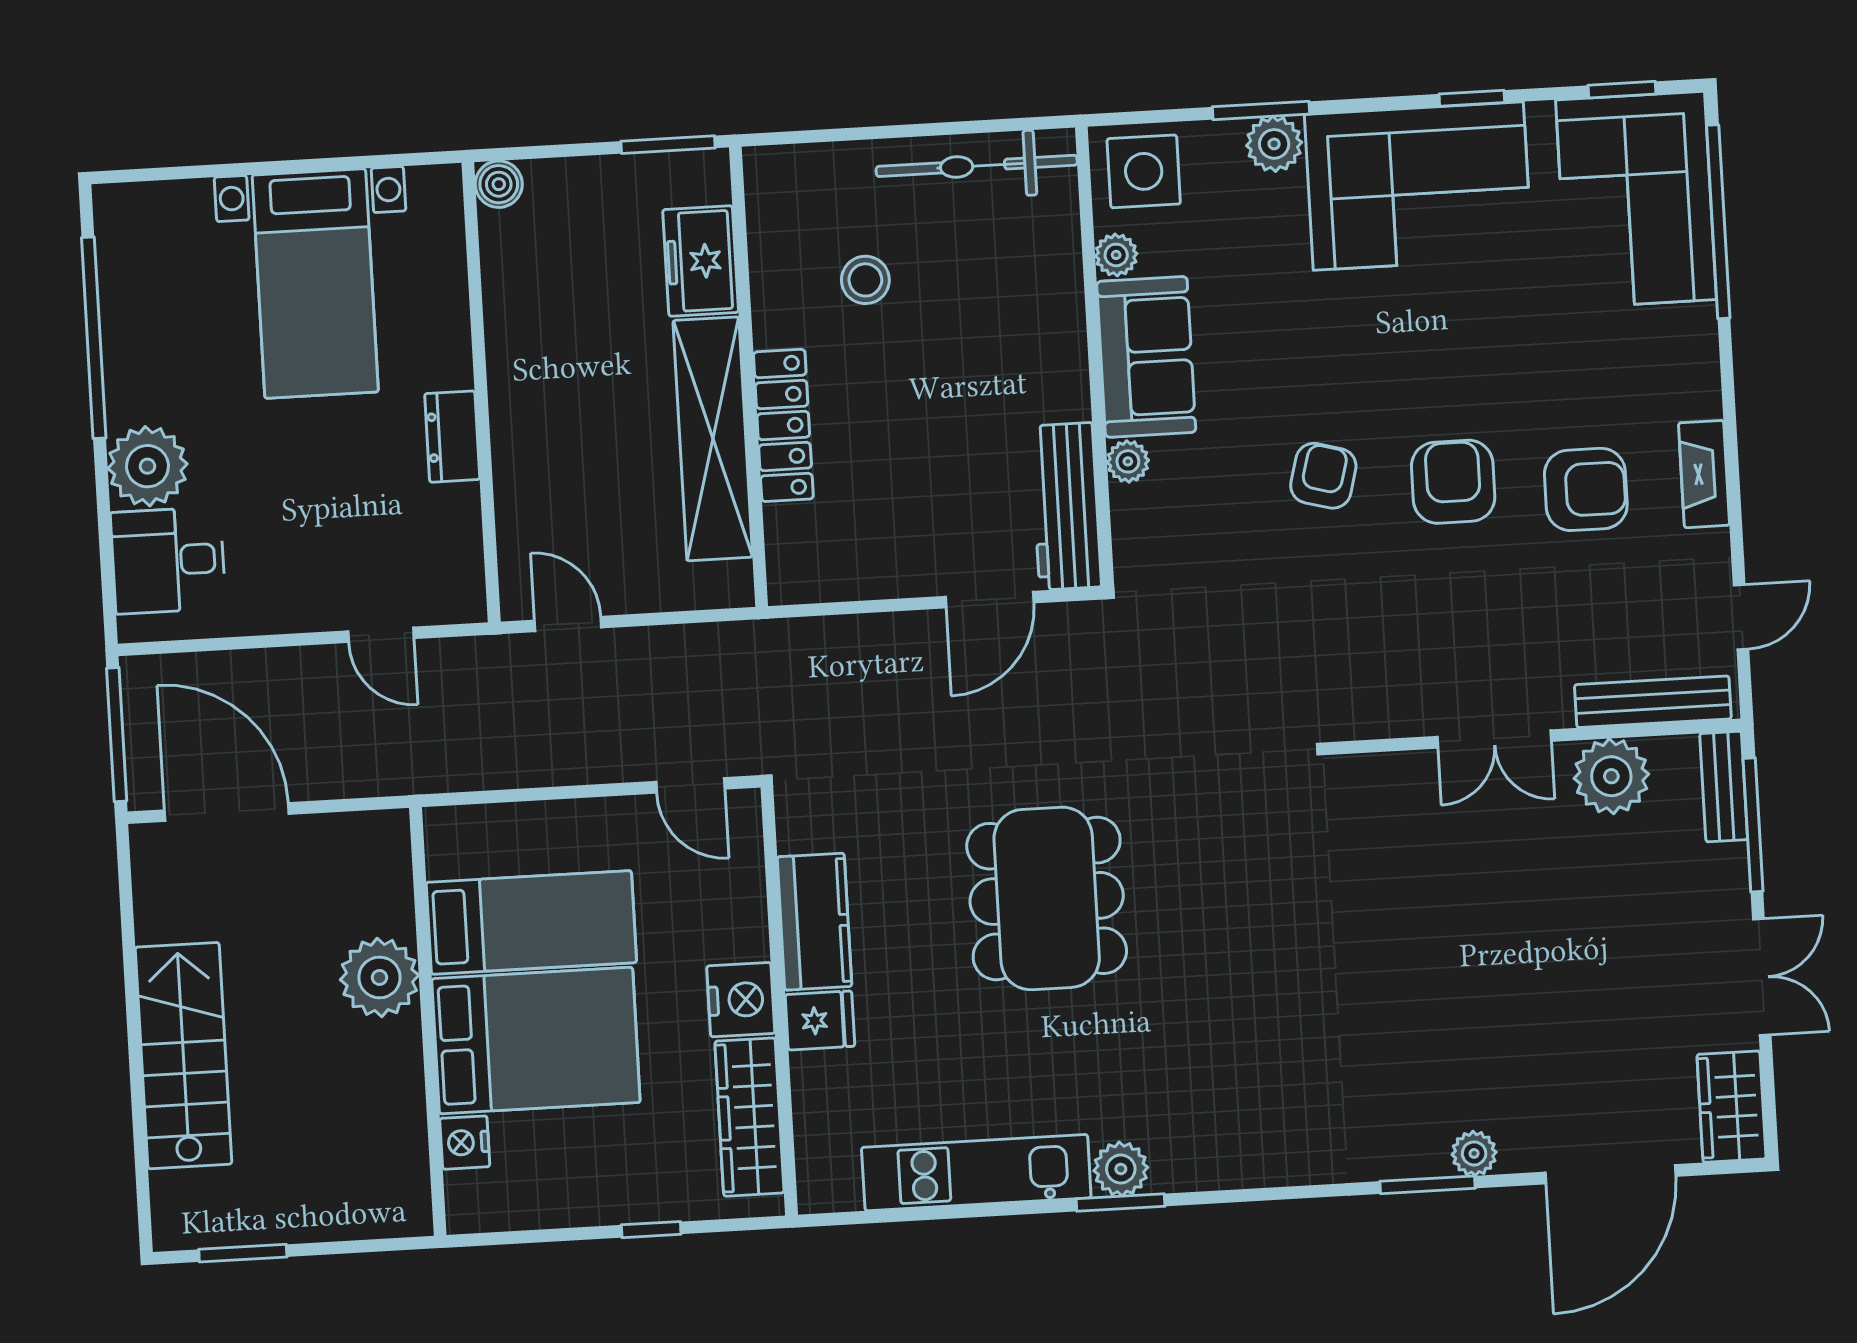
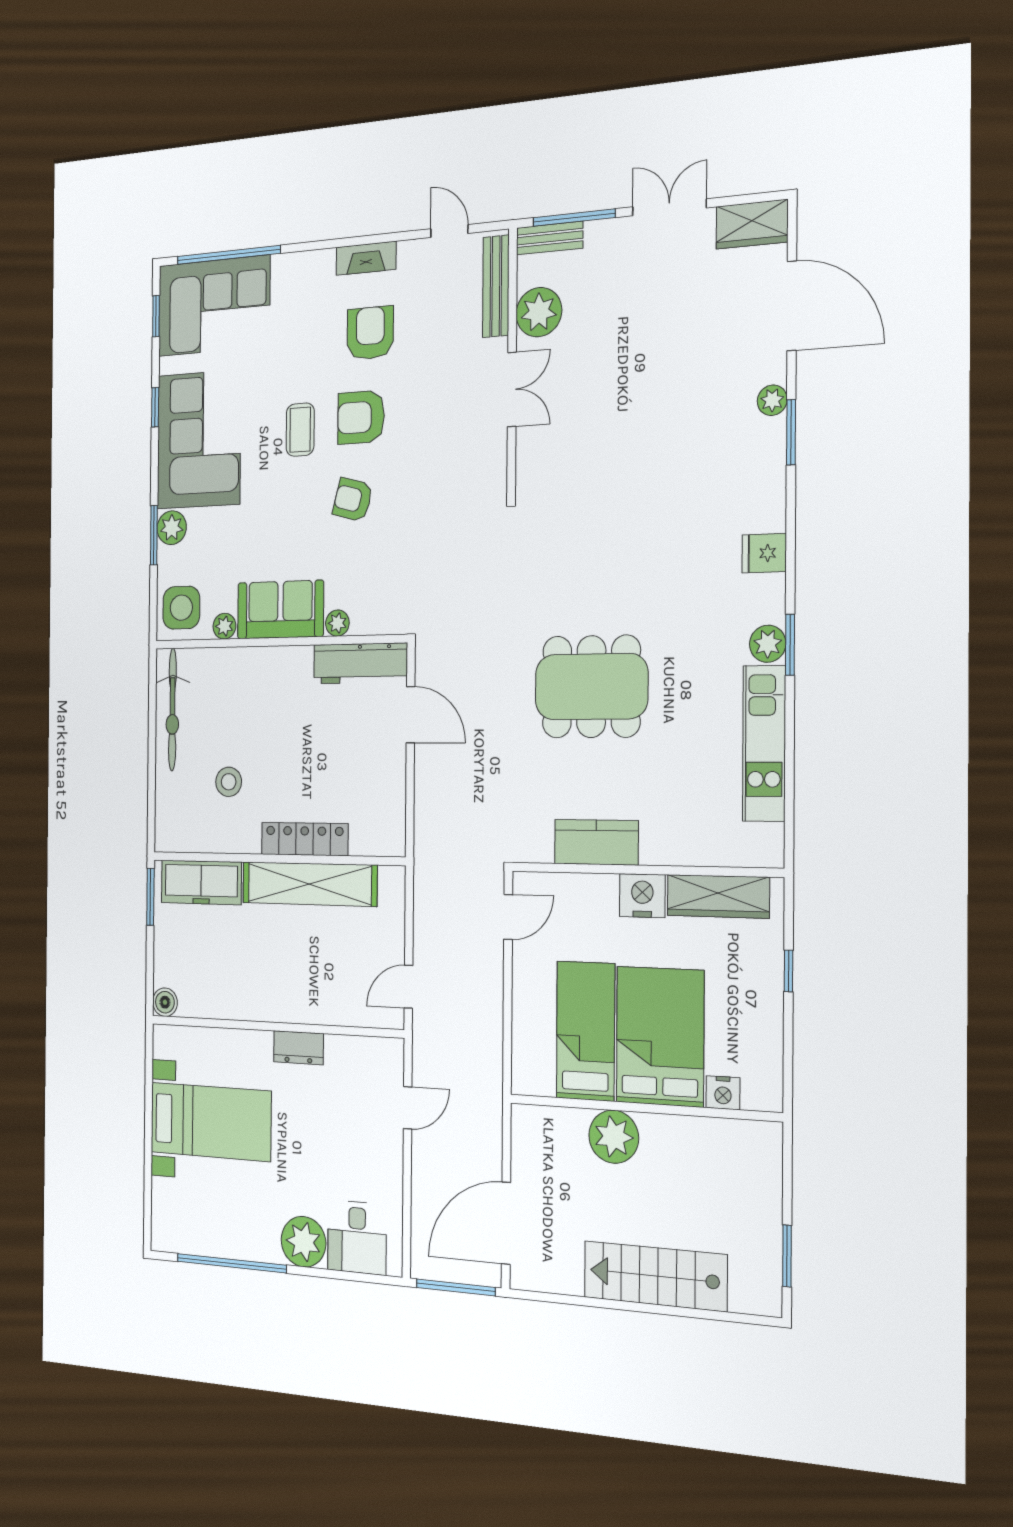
freezer: (701, 261) -> (201, 882), width x1.40
coffee table: (1434, 374) -> (300, 430), added
fridge: (820, 1020) -> (764, 553), moved, turned -90

